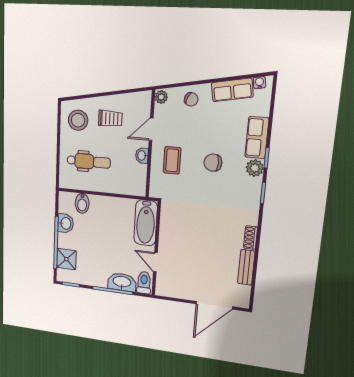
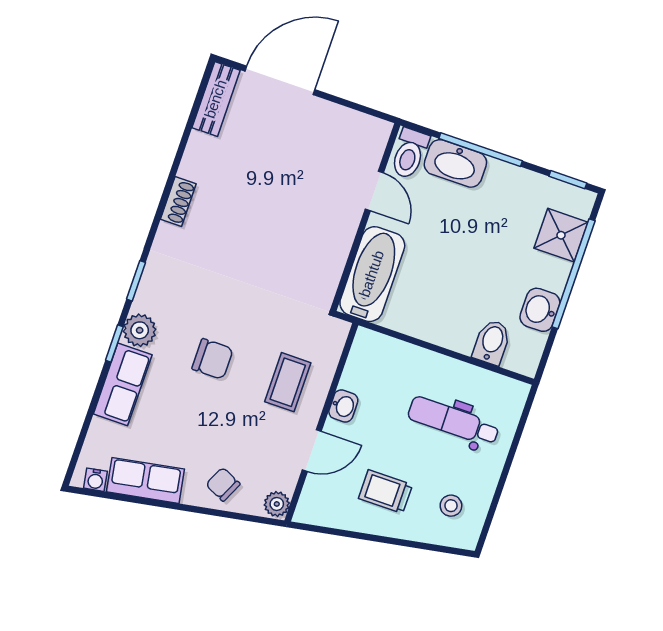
stool: (78, 120) -> (451, 506), width x0.53, depth x0.53
bench: (246, 267) -> (216, 99), moved

